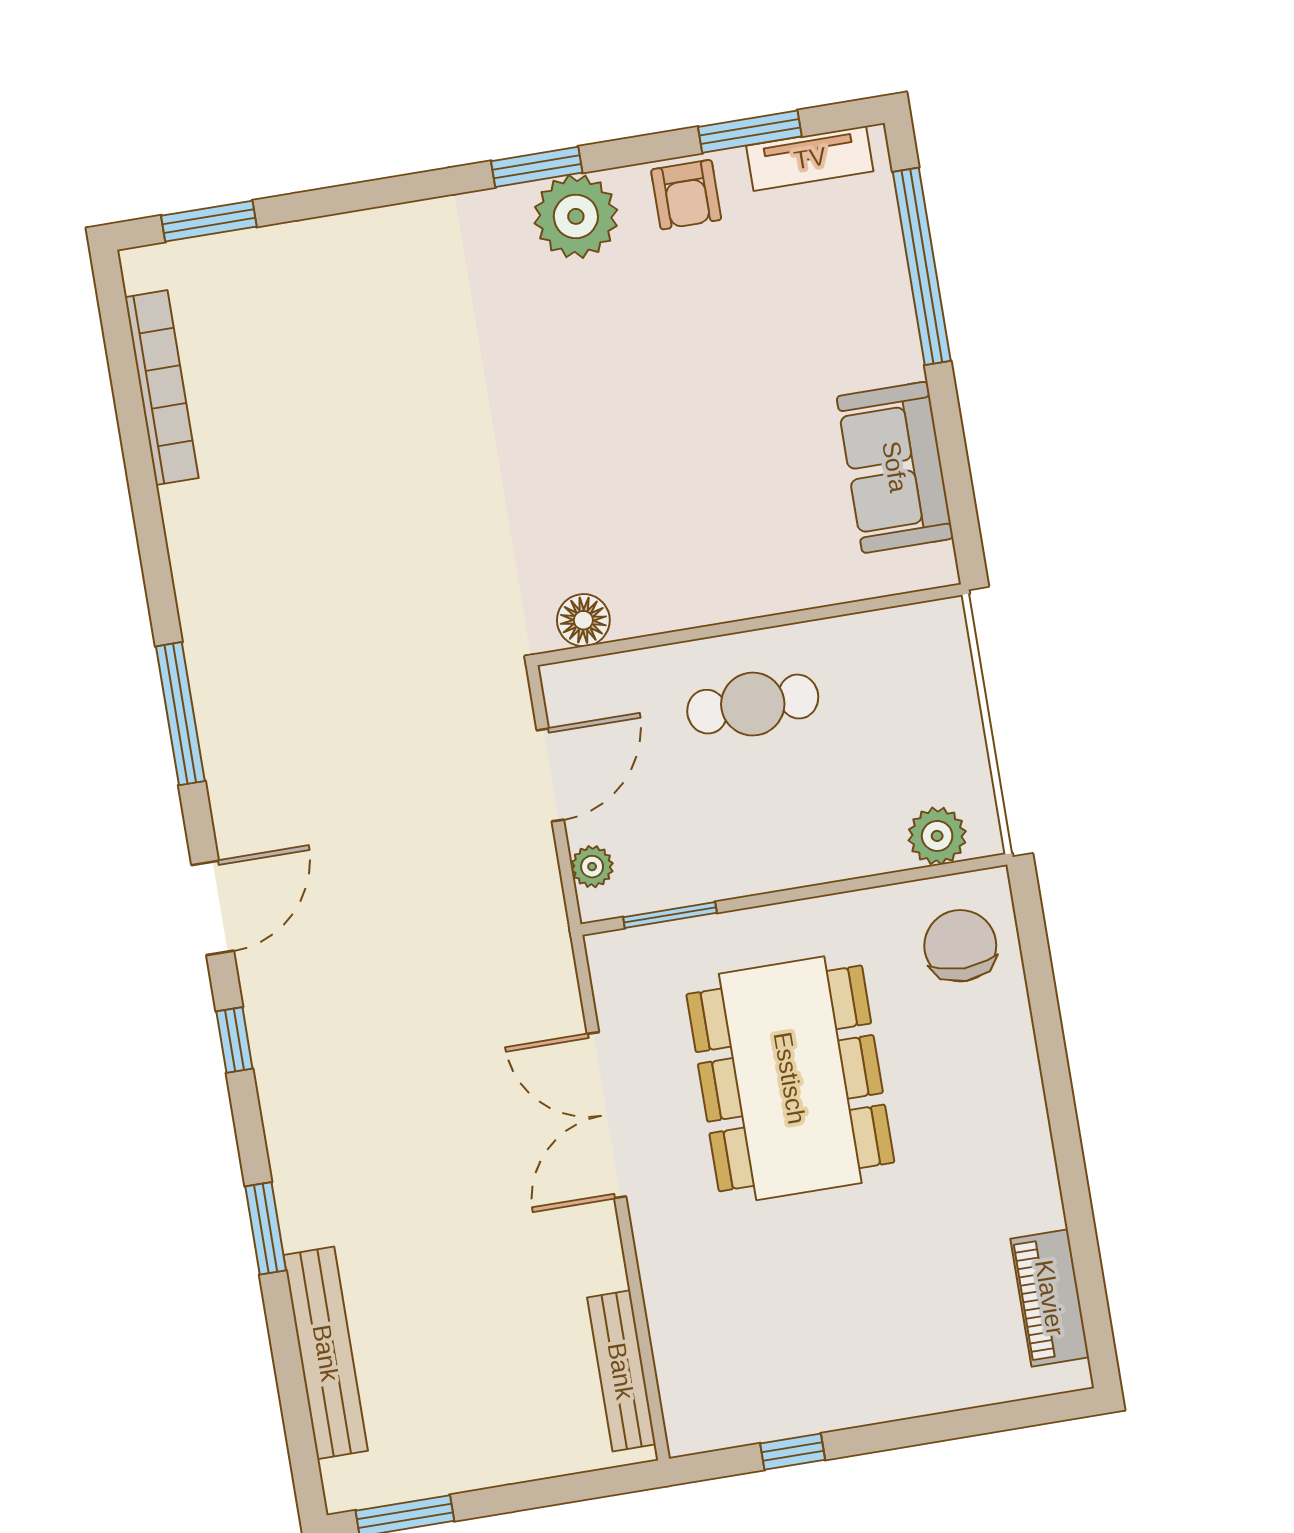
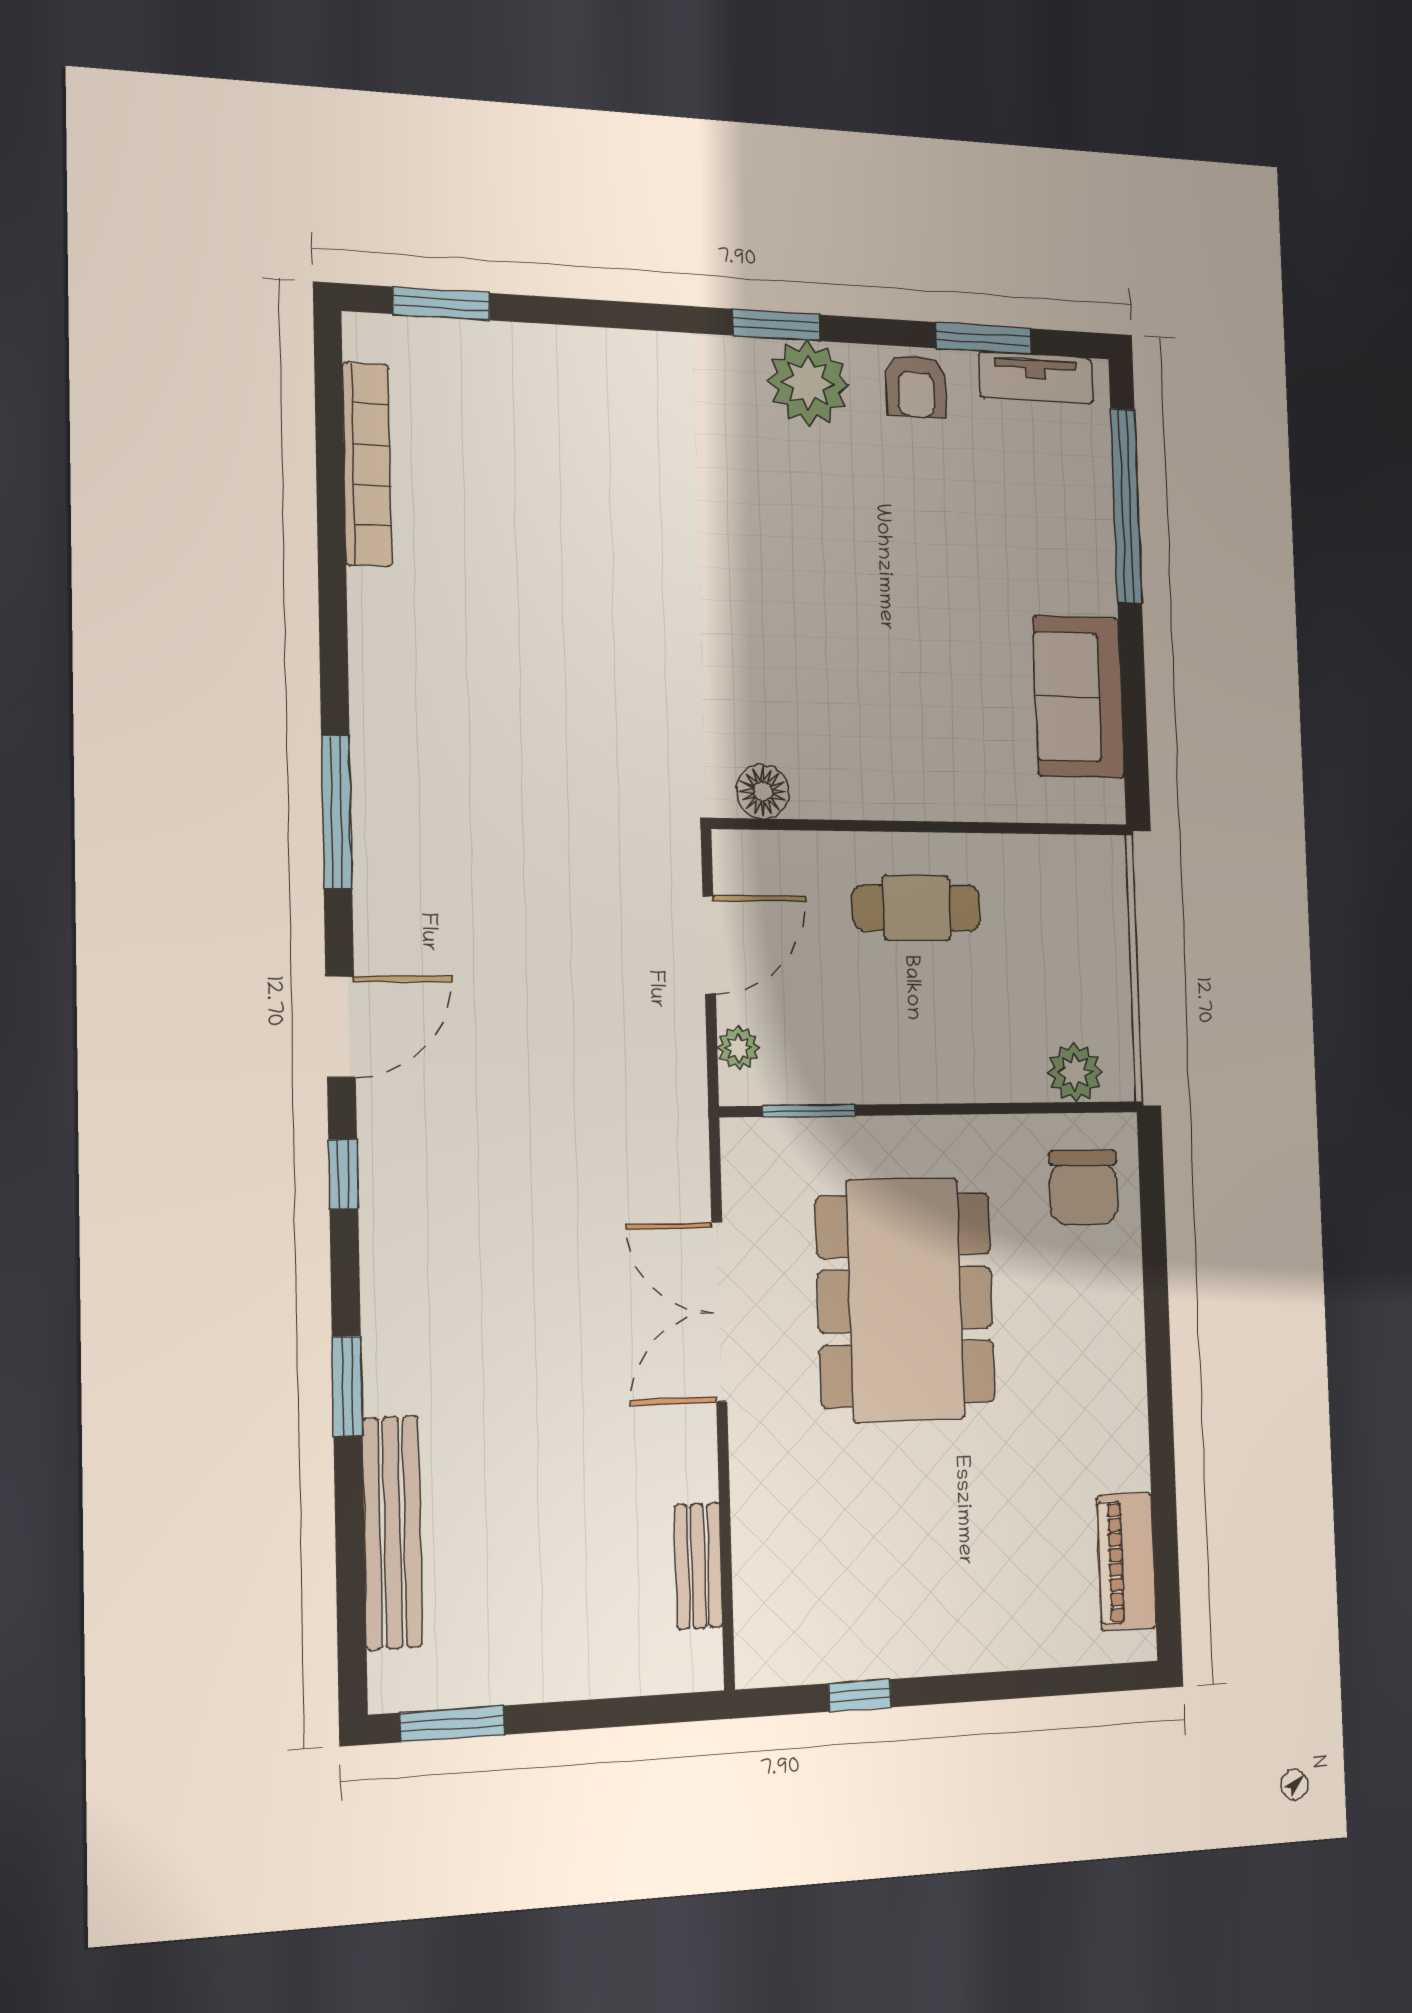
chair: (960, 946) -> (1084, 1187), turned 180
bench: (621, 1371) -> (698, 1566), width x0.73

